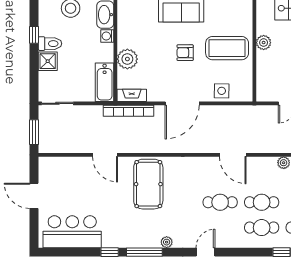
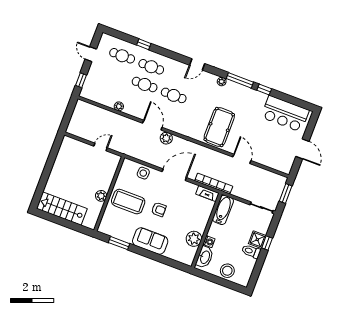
window: (34, 35) -> (267, 243), moved
plant: (127, 59) -> (194, 239), moved
plant: (209, 145) -> (166, 138), added

